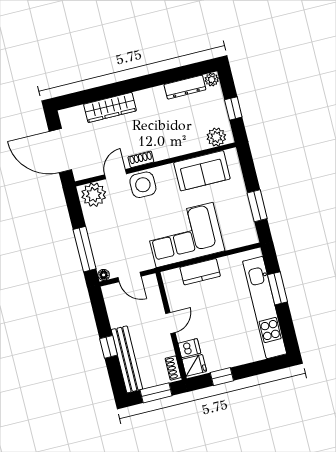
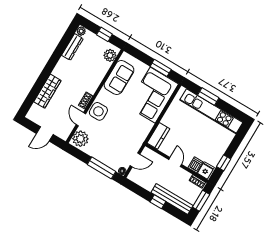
door: (60, 151) -> (45, 134), width x0.53
corner sofa: (185, 235) -> (153, 95), moved
kitchen counter: (200, 272) -> (158, 136), moved

